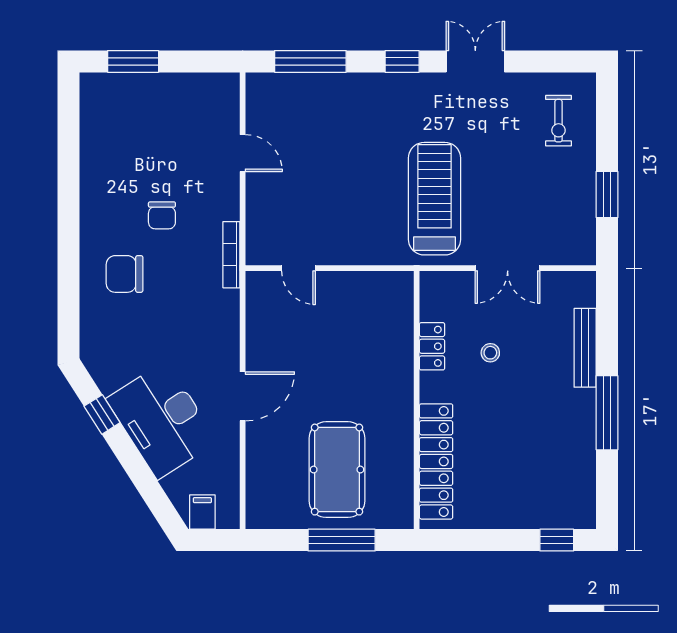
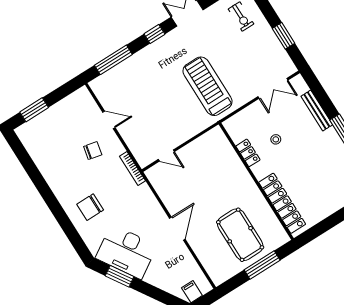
chair: (162, 215) -> (93, 151), moved, turned -78
double door: (508, 268) -> (273, 88), moved
window: (102, 414) -> (120, 276), width x1.50
desk: (162, 420) -> (126, 252), moved

